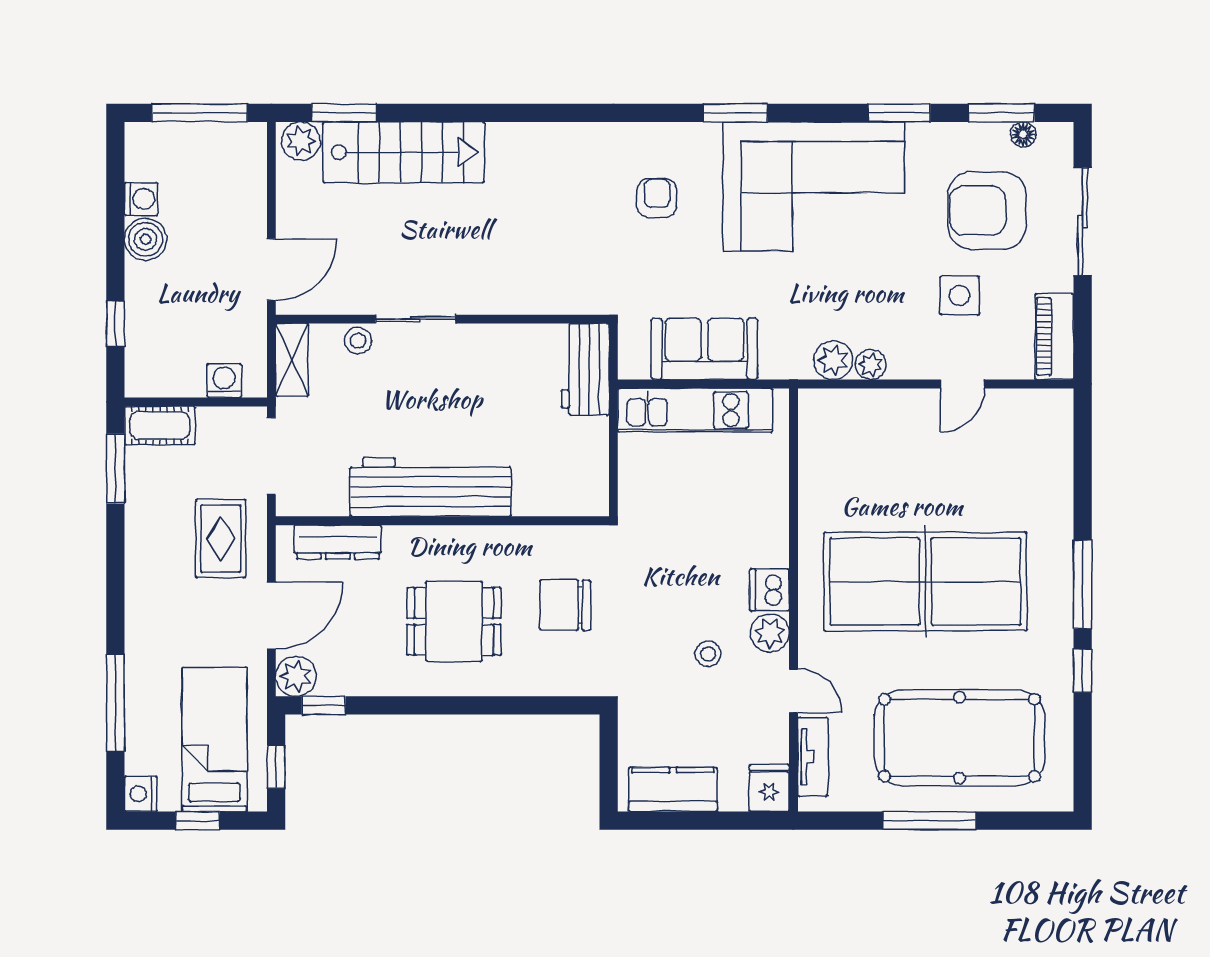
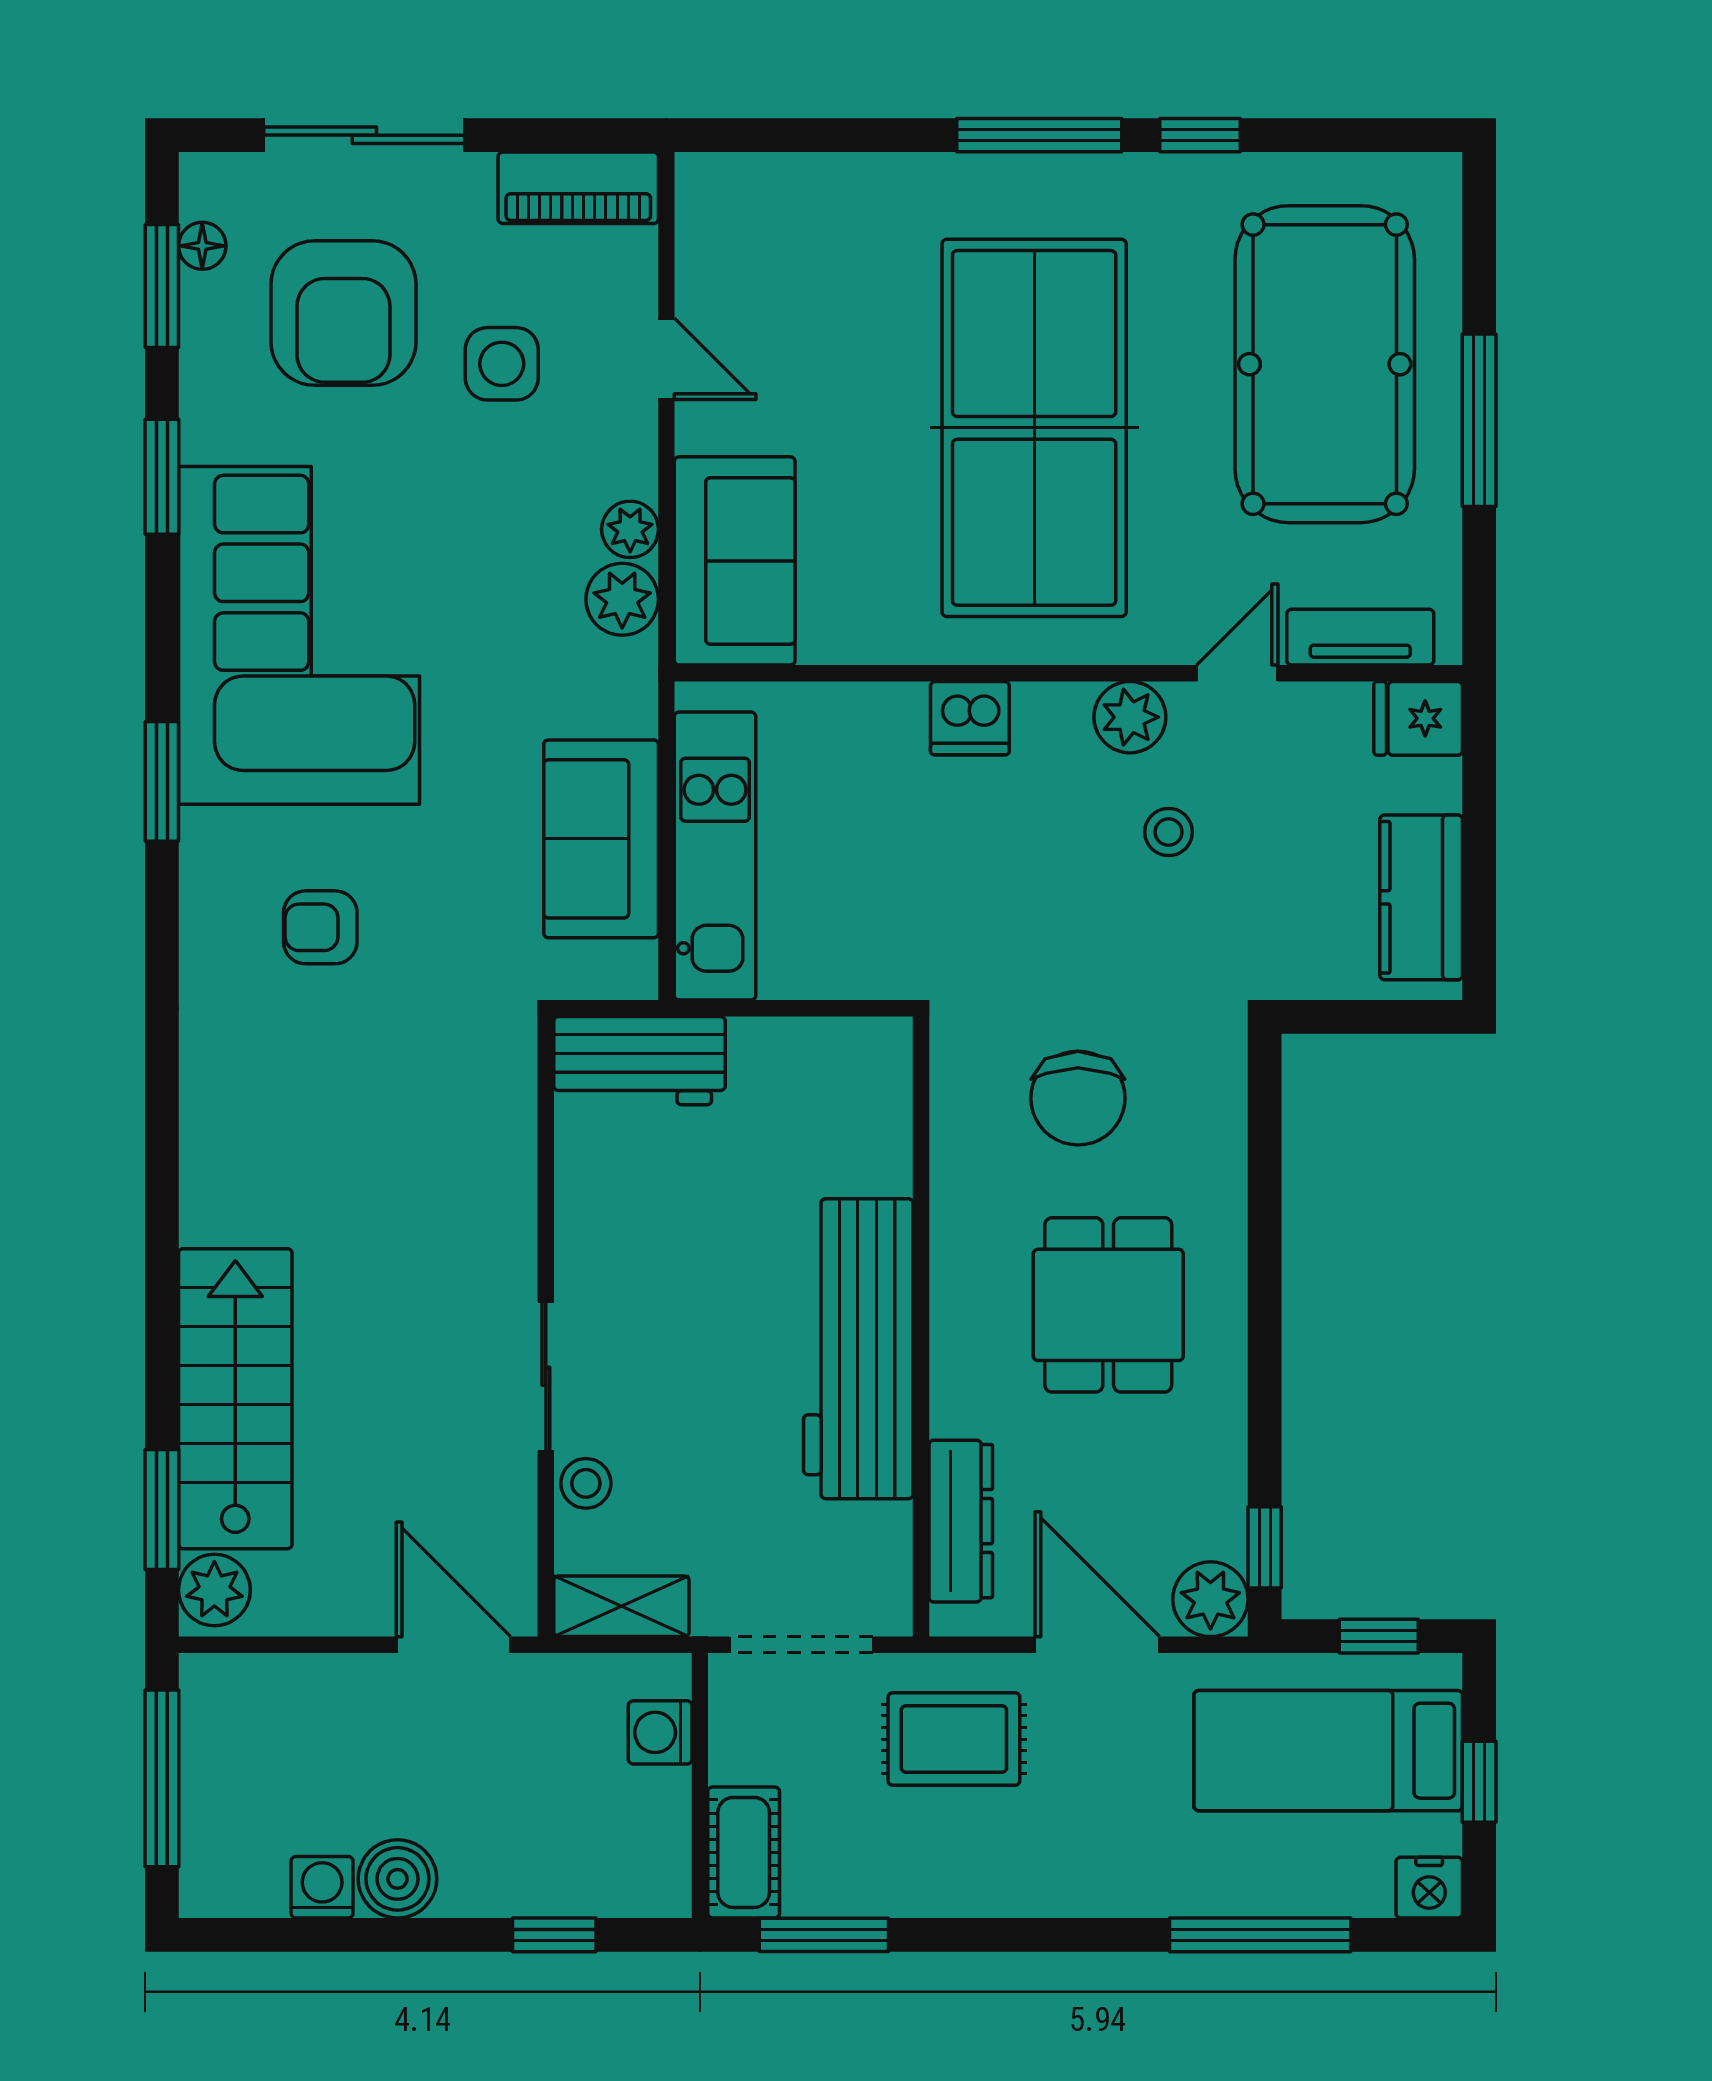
sofa: (854, 421) -> (735, 561), added
dishwasher: (769, 590) -> (970, 718), moved

